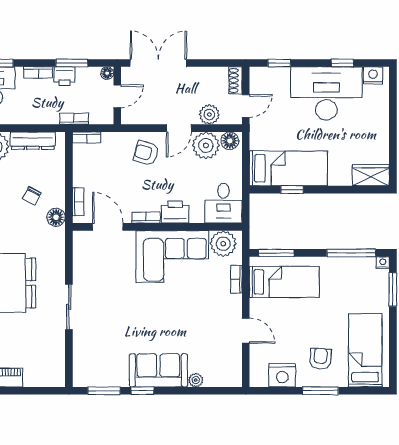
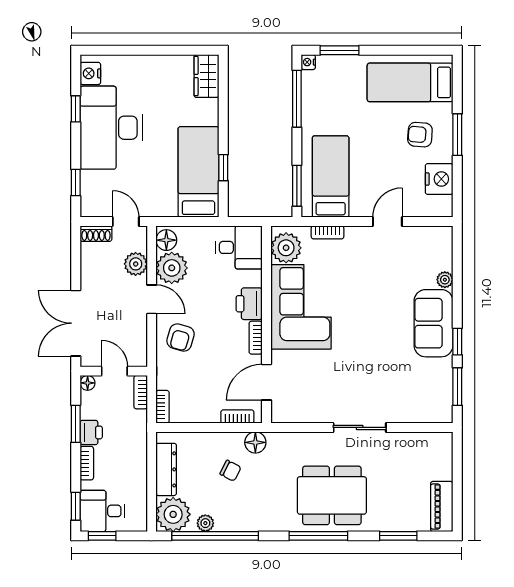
bookcase: (74, 119) -> (141, 392), moved

